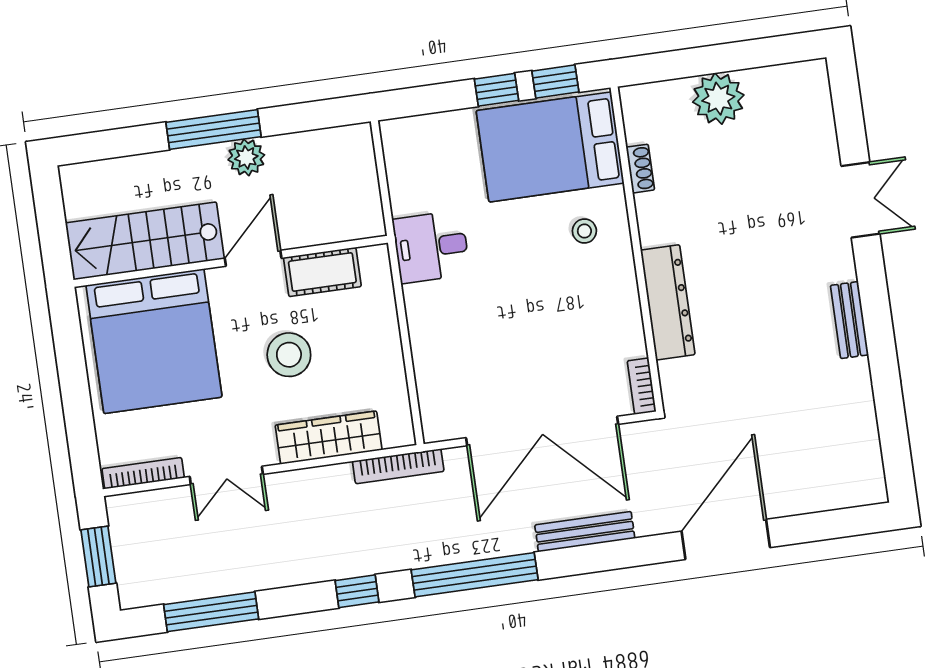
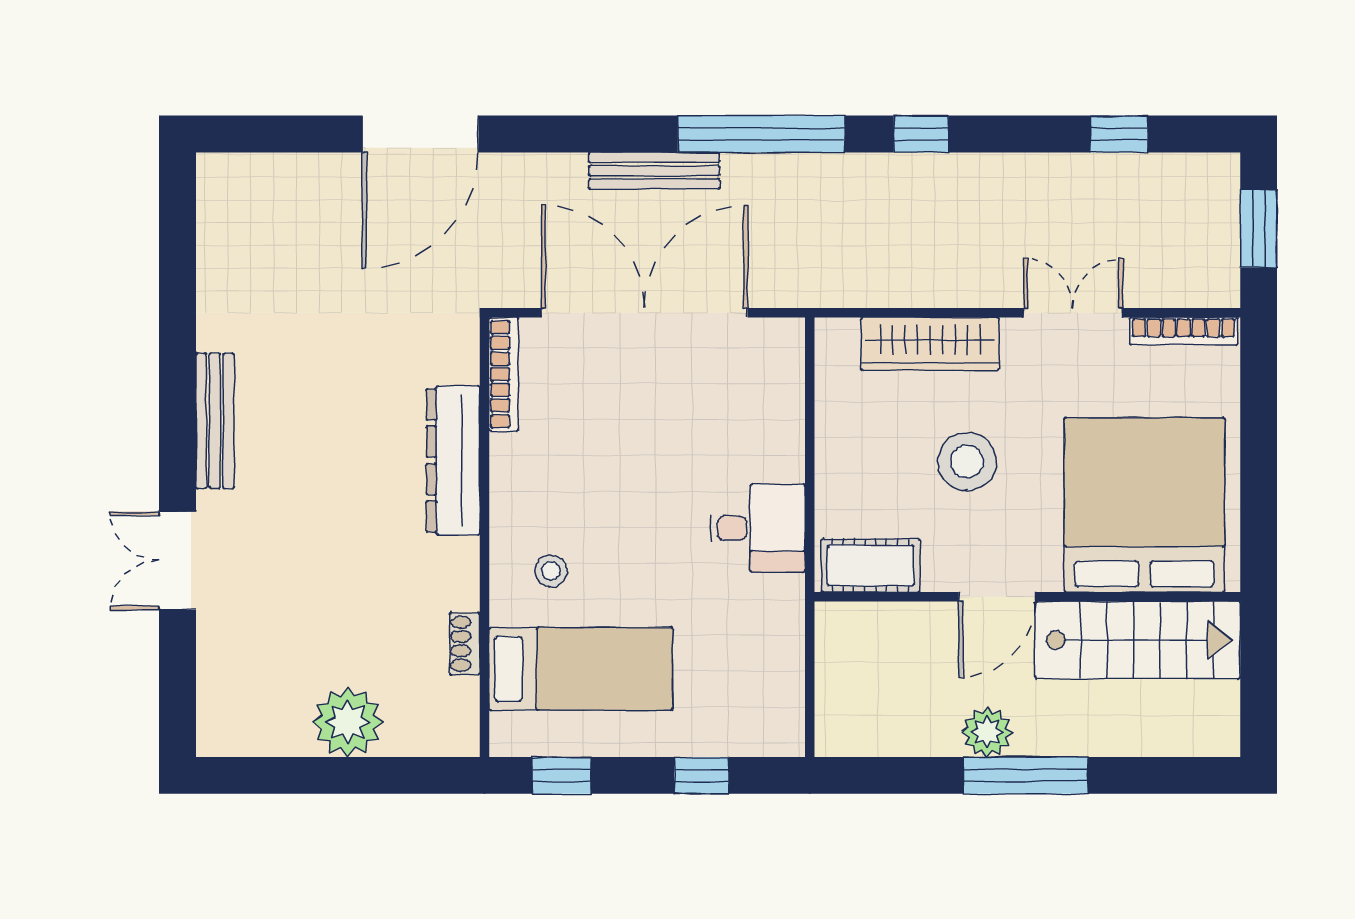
window: (496, 90) -> (702, 775), moved
bed: (550, 147) -> (581, 669), width x0.67
desk: (431, 247) -> (758, 528), moved
cot: (322, 272) -> (871, 565), moved
bench: (849, 320) -> (215, 421), width x1.36
bookcase: (642, 386) -> (504, 374), width x1.56
bookcase: (398, 466) -> (843, 293), removed
bench: (585, 532) -> (654, 171), moved
window: (211, 612) -> (1119, 134), width x0.46

